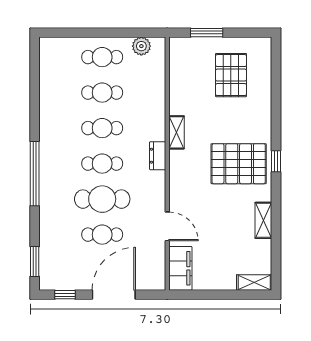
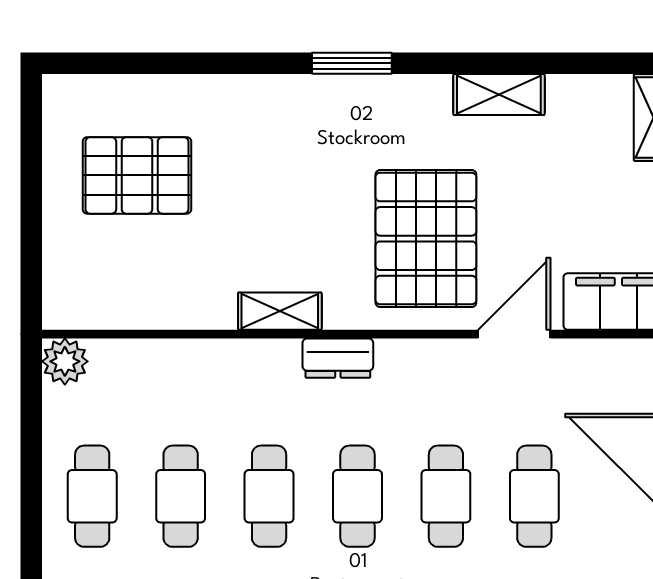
window: (207, 33) -> (31, 236), removed
plant: (141, 46) -> (65, 361), moved
window: (276, 161) -> (352, 63), width x1.50
pallet: (239, 164) -> (426, 239), moved
cafe table: (102, 199) -> (446, 496), width x0.73, depth x0.74

